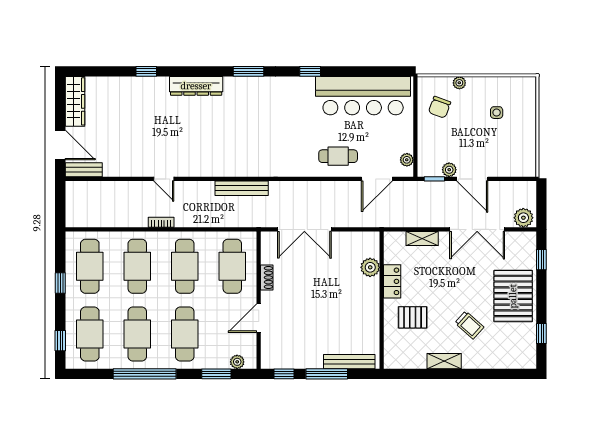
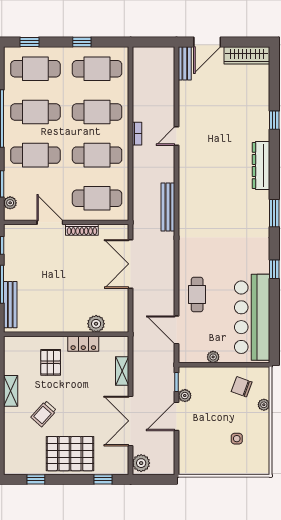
plant: (407, 160) -> (213, 357), moved
shoe rack: (267, 277) -> (82, 230), width x1.43

